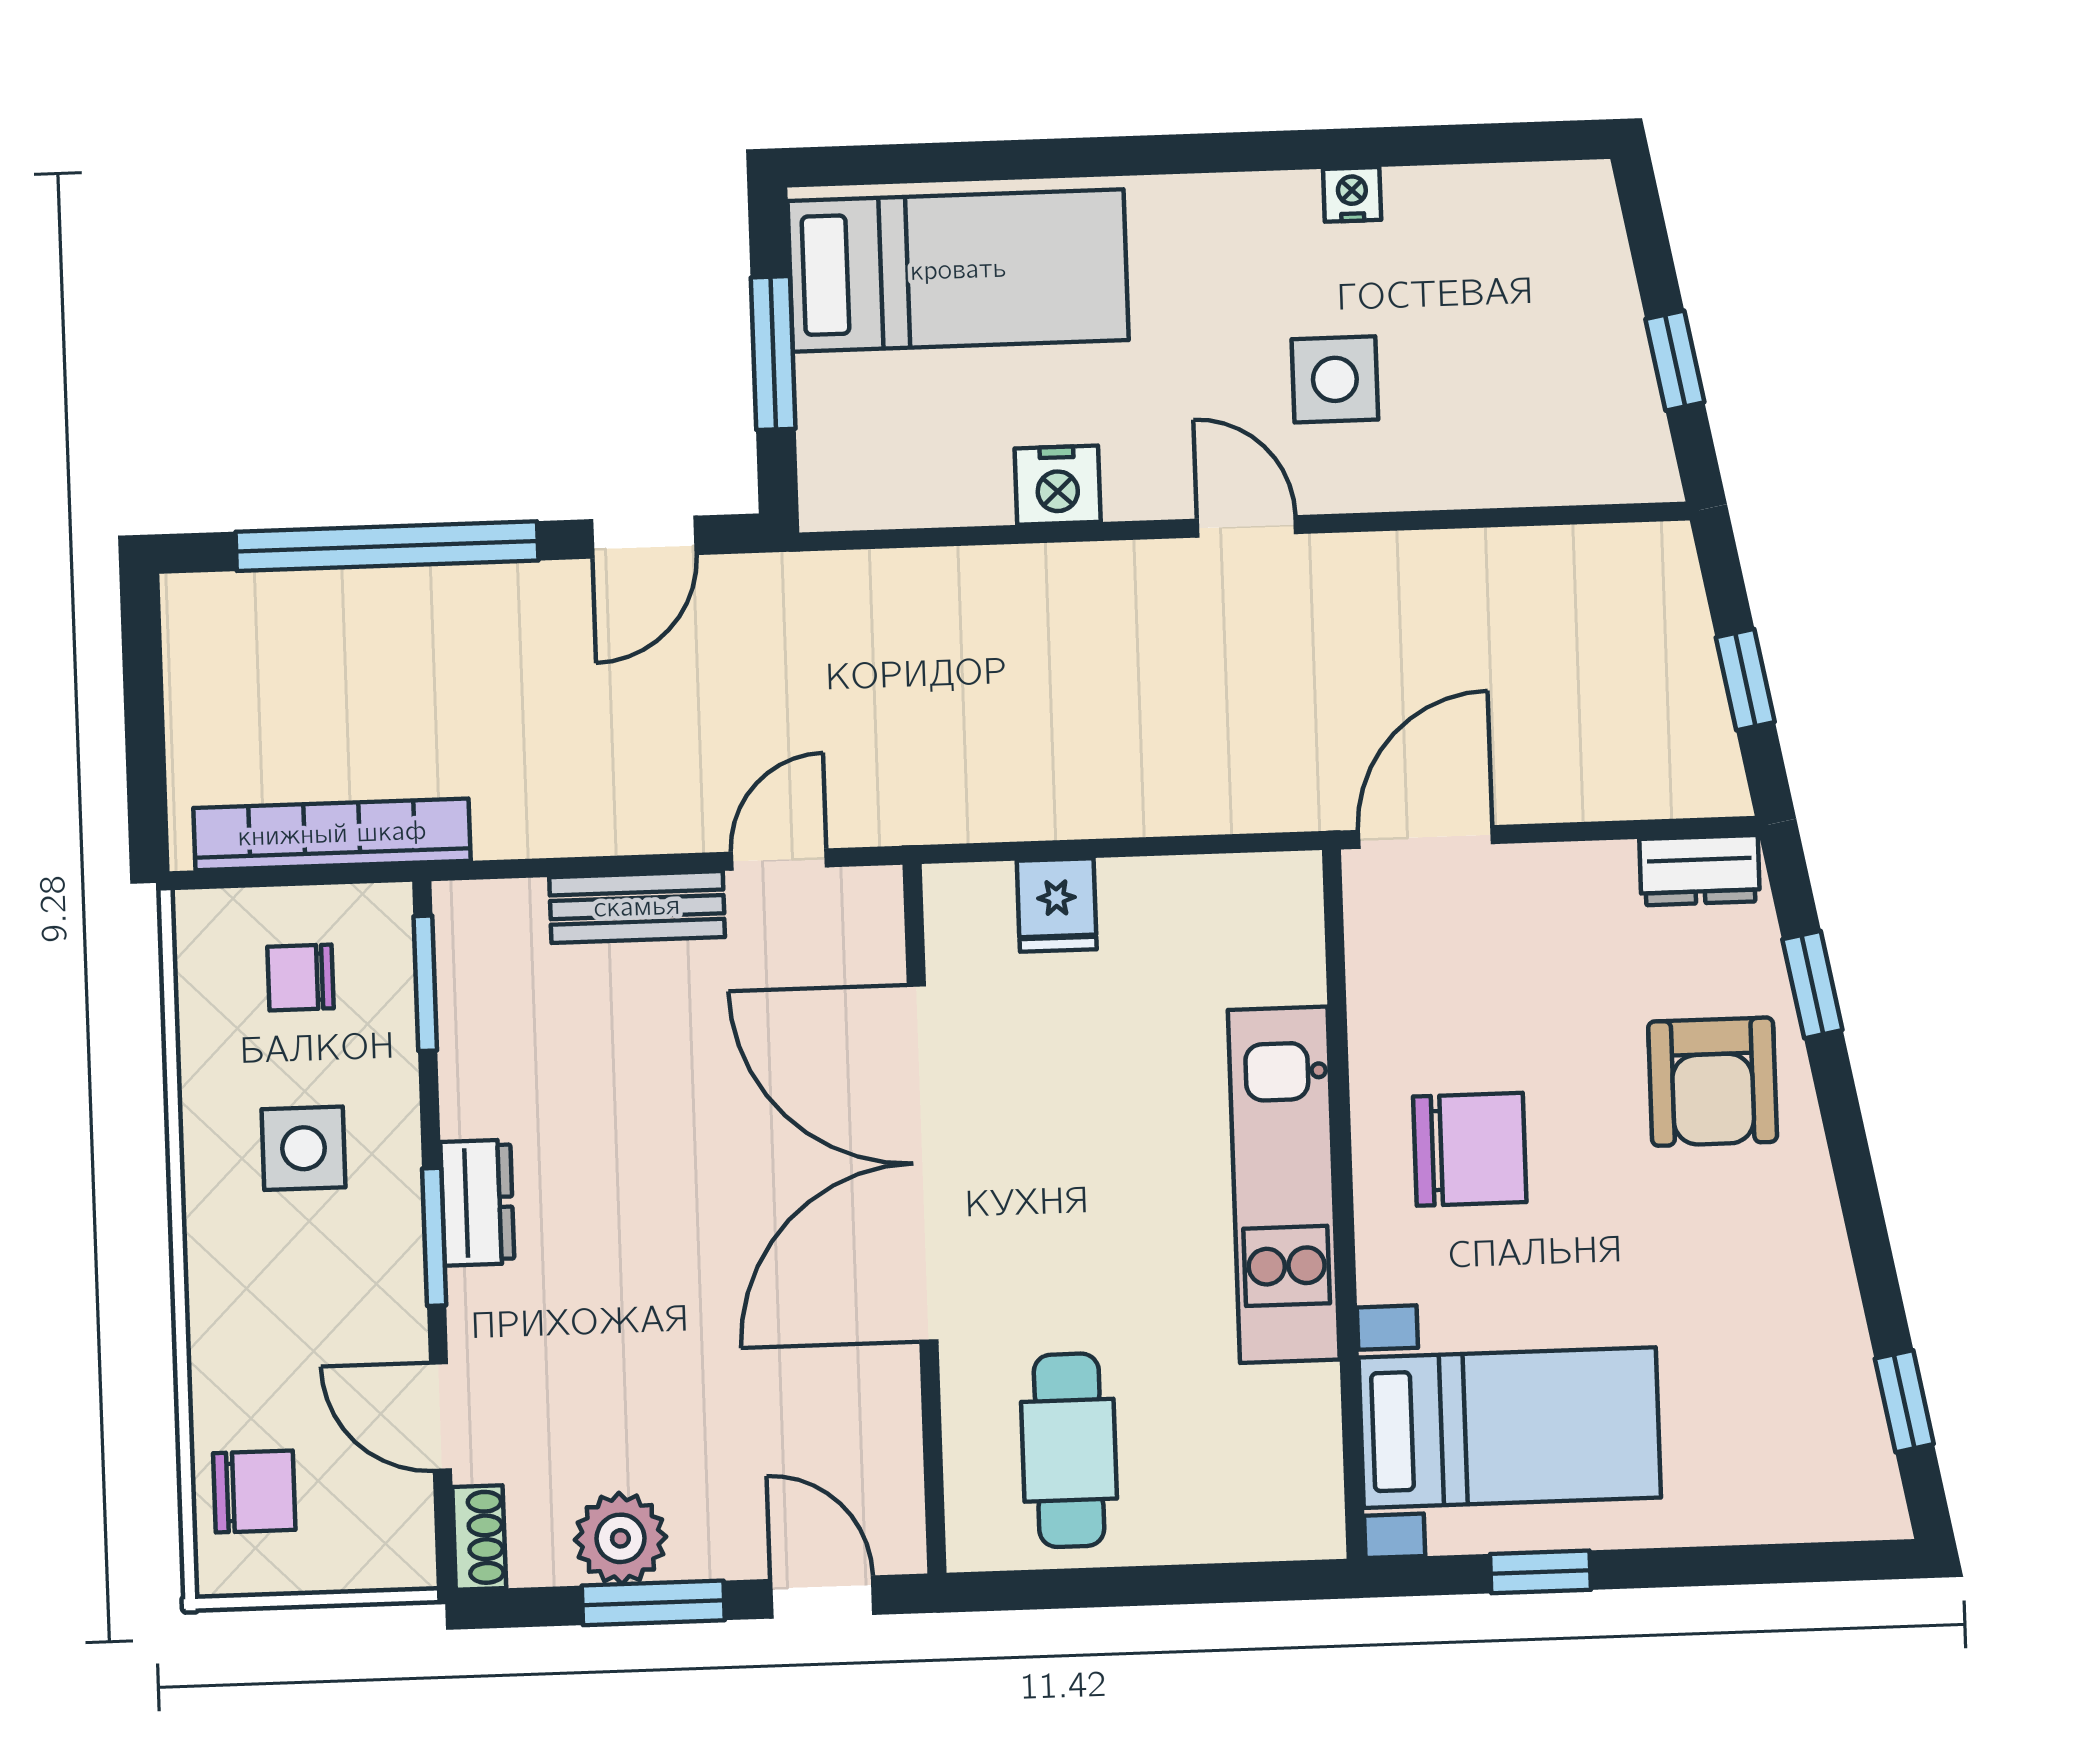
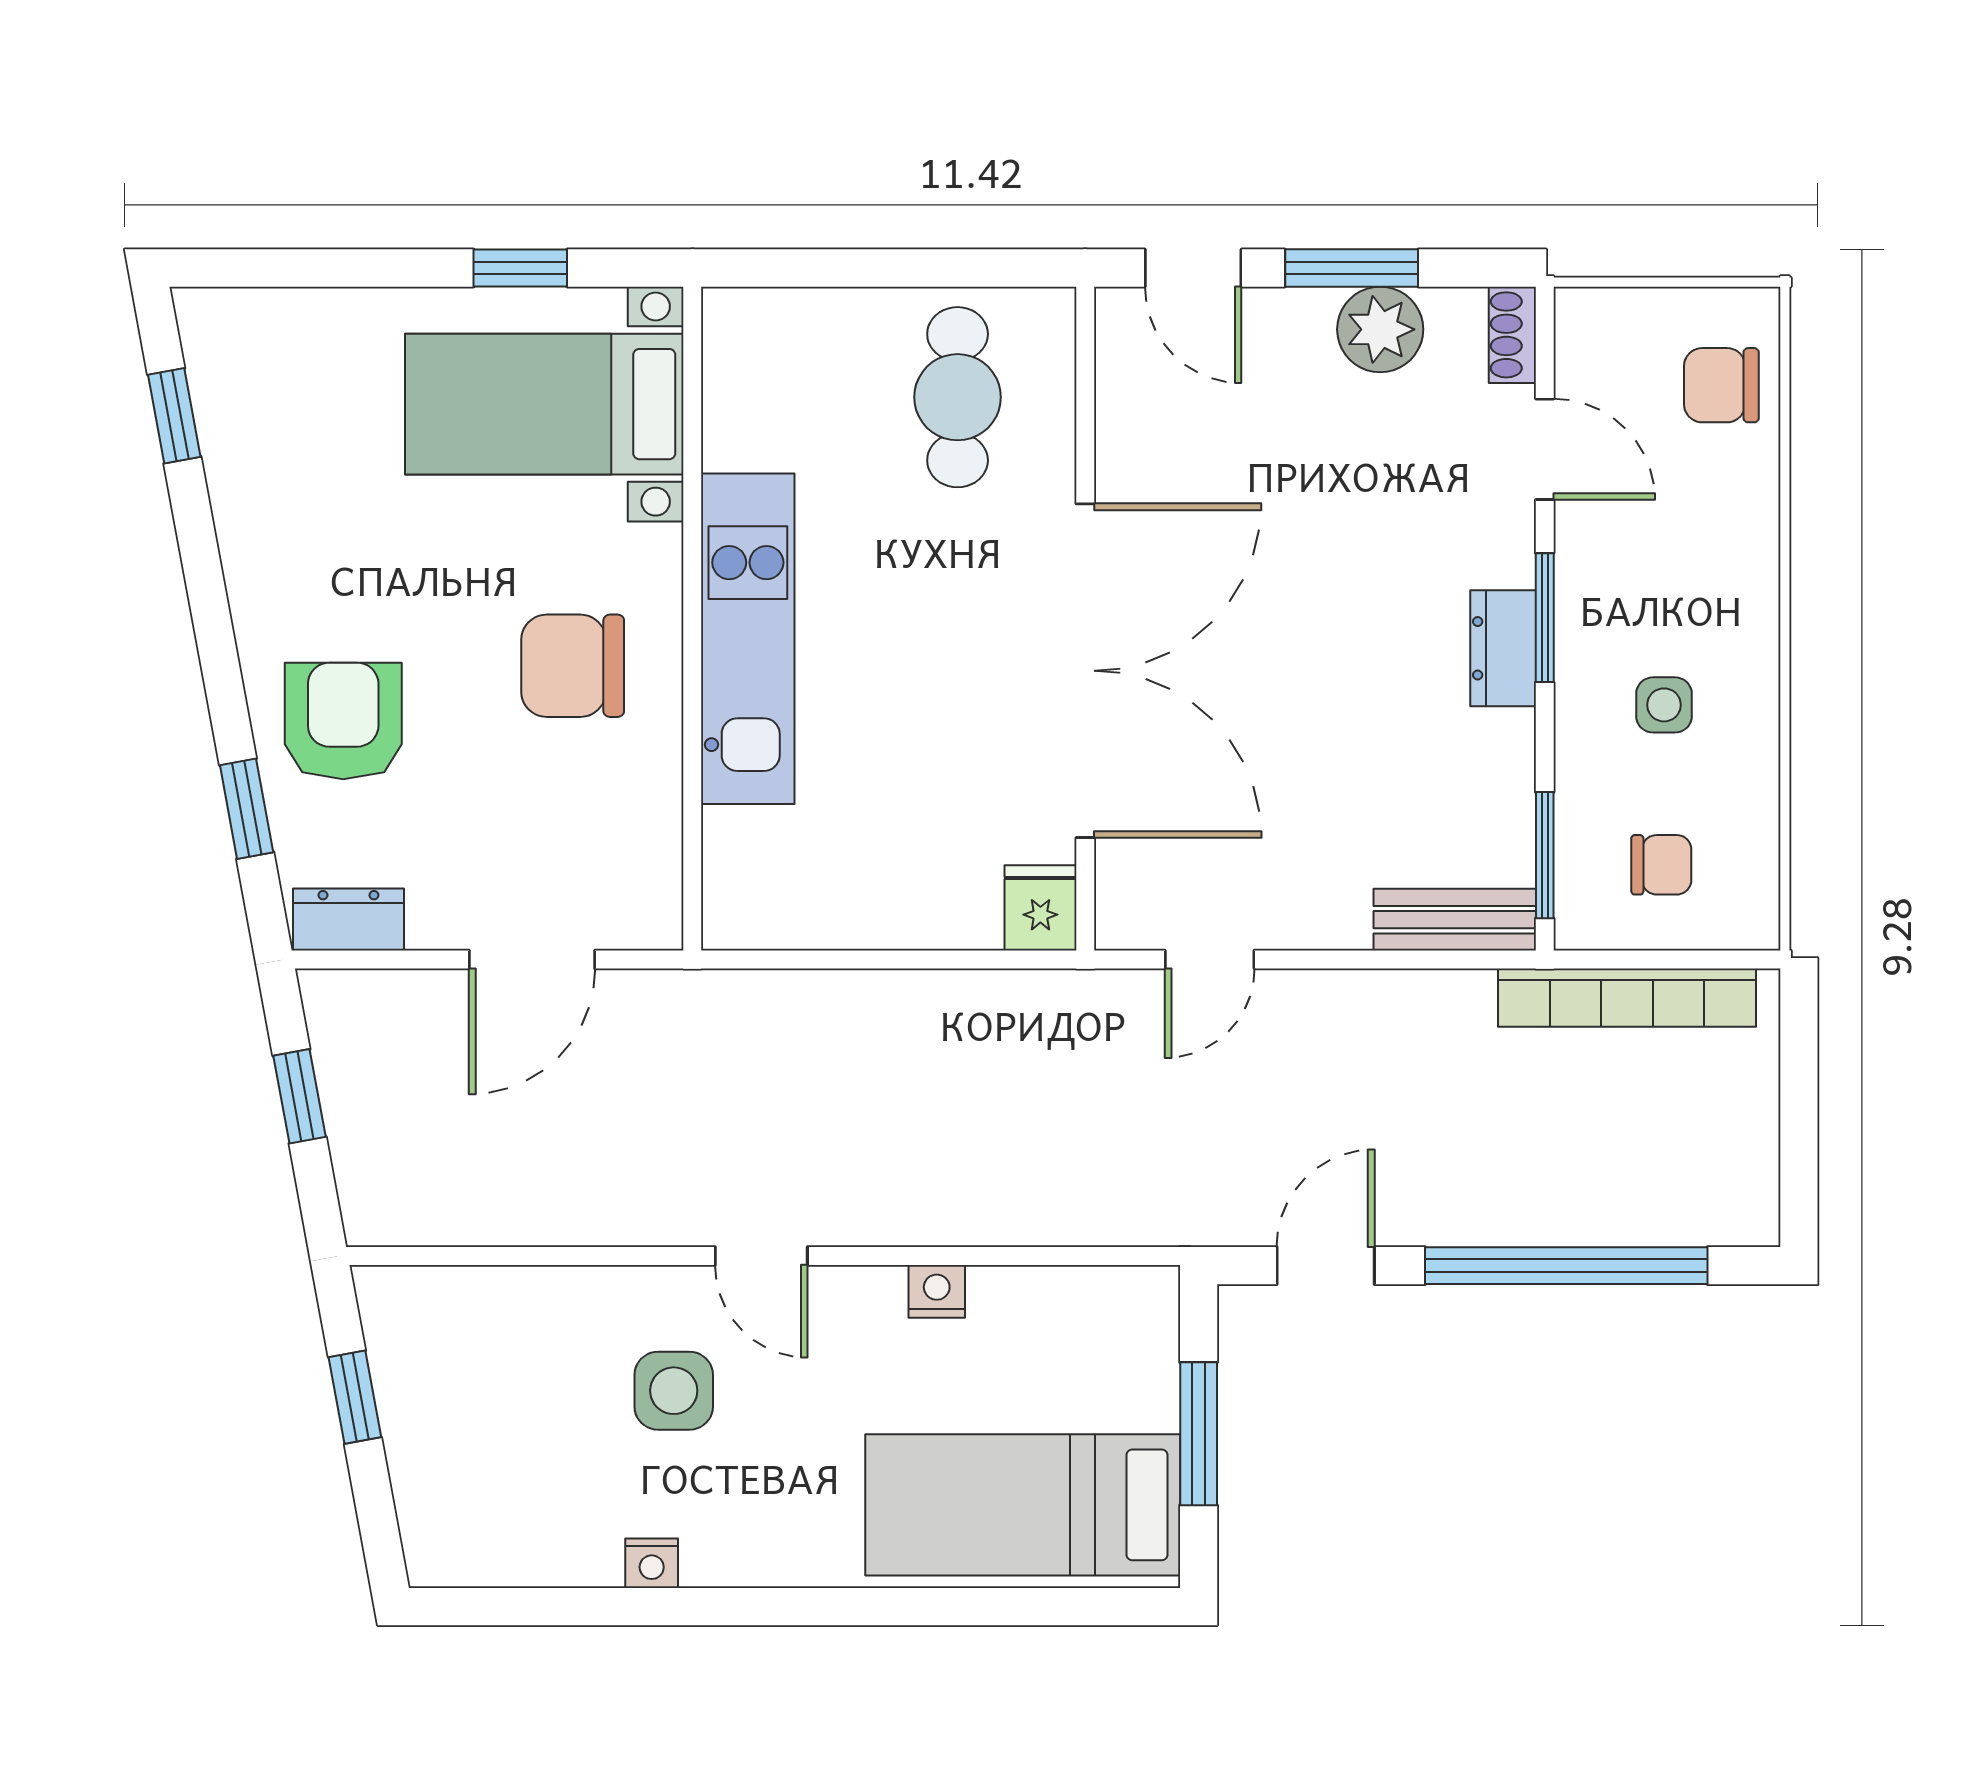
nightstand: (1058, 485) -> (937, 1291), width x0.72, depth x0.74
door: (1426, 837) -> (532, 960), moved
fridge: (1057, 905) -> (1040, 908), moved
bench: (637, 907) -> (1455, 920), moved
side table: (304, 1148) -> (1664, 705), width x0.73, depth x0.73

